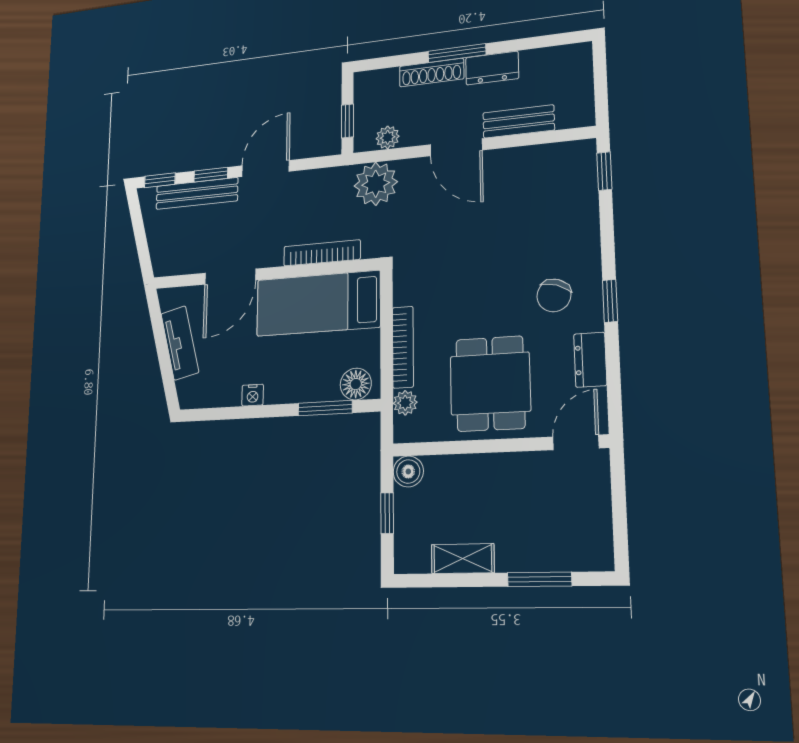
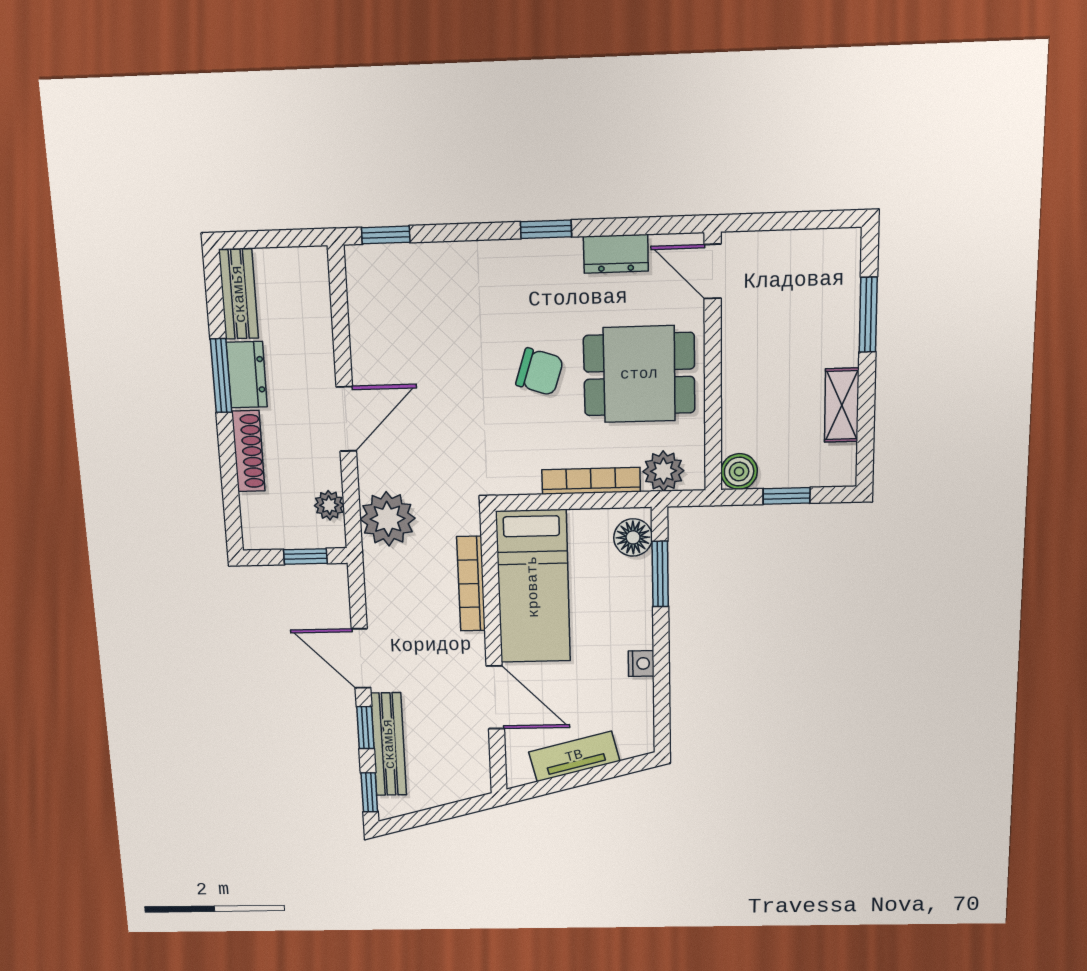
window: (457, 53) -> (221, 376), moved
bench: (519, 121) -> (239, 294), moved
chair: (554, 295) -> (540, 372), moved
plant: (405, 403) -> (663, 471), width x1.38, depth x1.38

